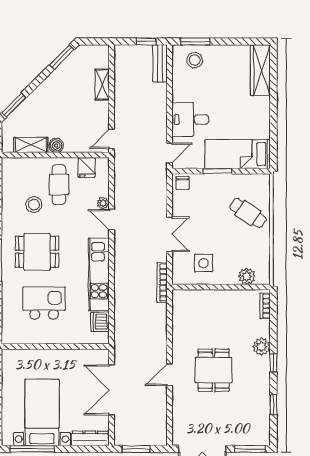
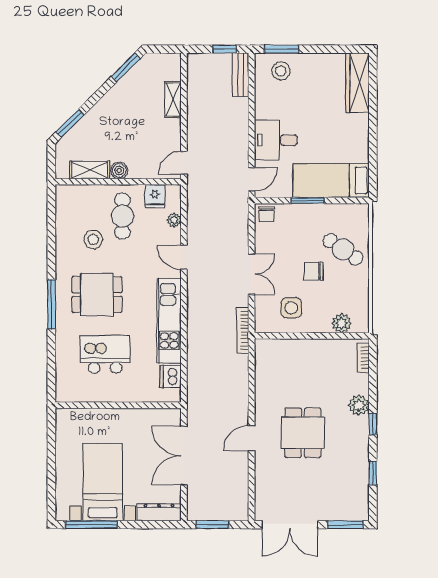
plant: (103, 203) -> (174, 220), moved
chair: (223, 232) -> (314, 271), added

